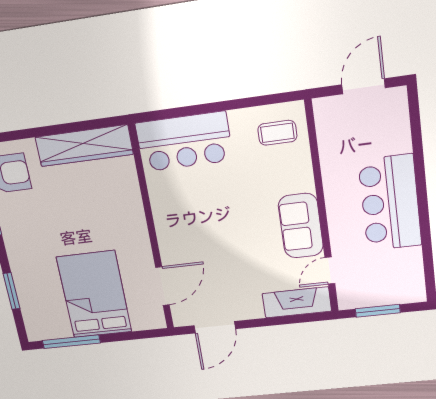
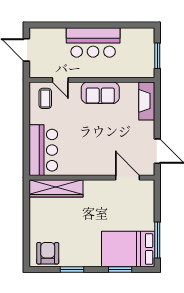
wardrobe: (84, 146) -> (56, 188), moved, turned 90
door: (330, 271) -> (60, 80), moved
bed: (94, 295) -> (128, 249), moved

